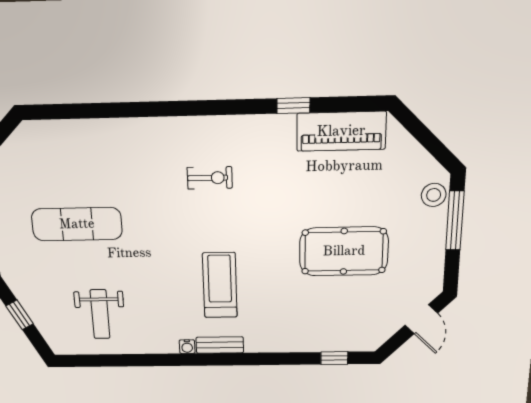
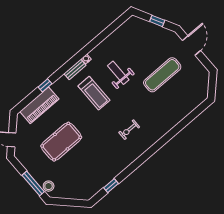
window: (293, 106) -> (111, 186), moved
piano: (341, 131) -> (39, 105), moved, turned 180
weight bench: (100, 314) -> (118, 73), moved
window: (334, 358) -> (45, 85), moved

